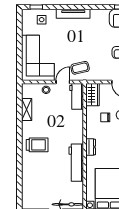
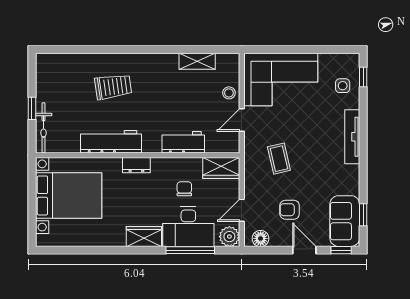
coffee table: (80, 68) -> (279, 159), moved
door: (63, 82) -> (242, 120), swing flipped
workbench: (77, 96) -> (183, 142), moved
trolley: (37, 145) -> (113, 87), moved, turned -98

